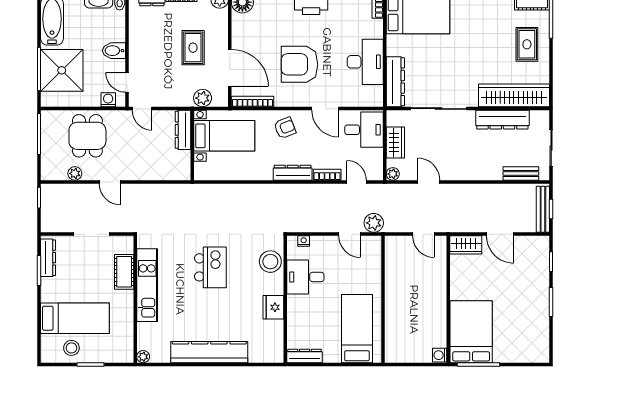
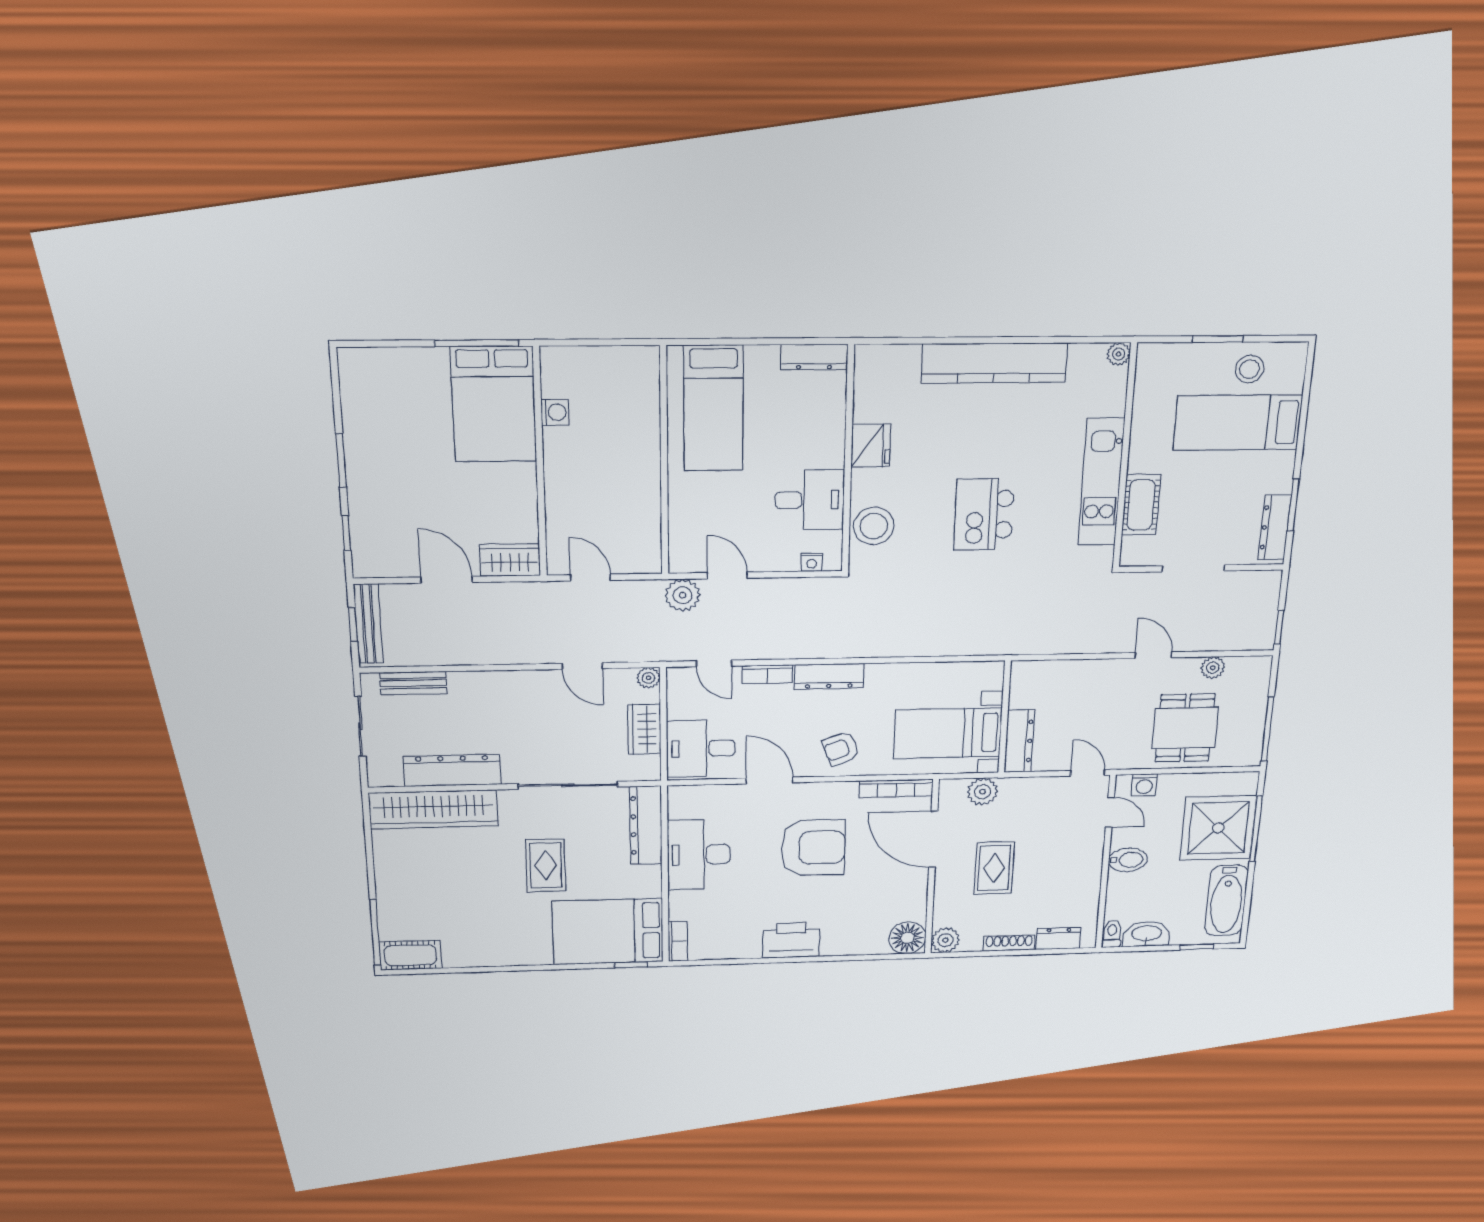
rug: (527, 44) -> (546, 865), moved
washing machine: (440, 355) -> (555, 412), moved

